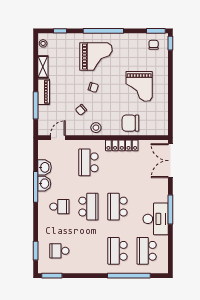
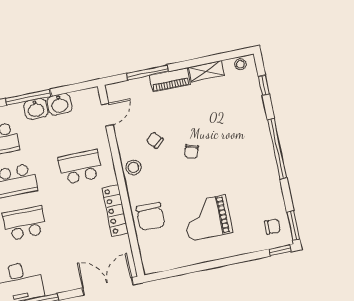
grand piano: (96, 56) -> (238, 146), removed
chair: (130, 123) -> (151, 217), turned 180
door: (58, 138) -> (107, 115), hinge flipped

